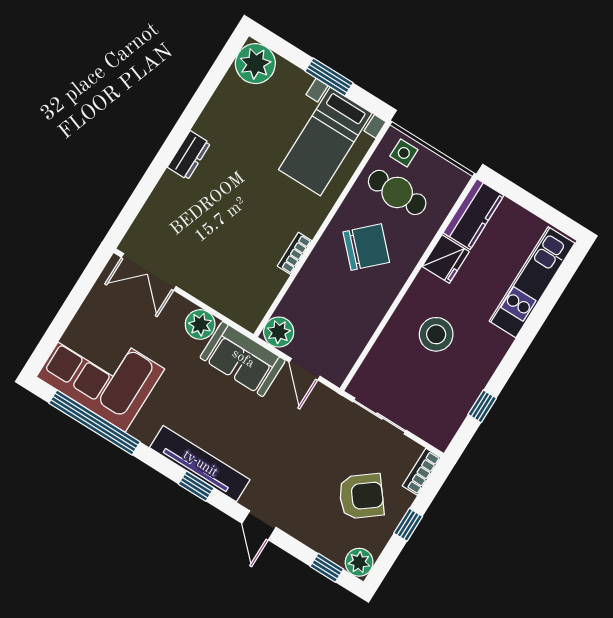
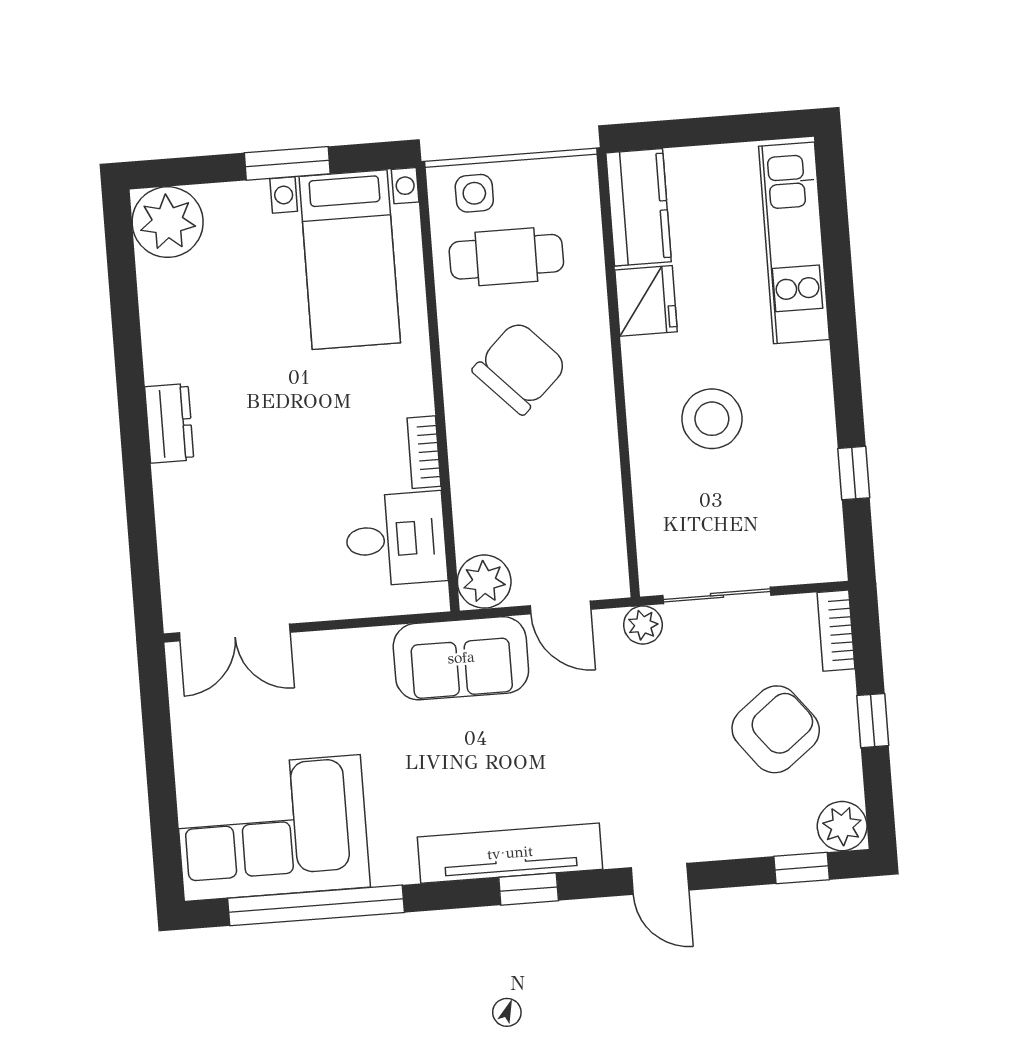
desk: (253, 283) -> (396, 539), added
plant: (200, 324) -> (643, 625), moved, width x0.73, depth x0.73

